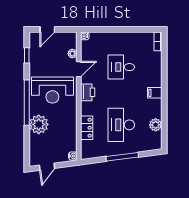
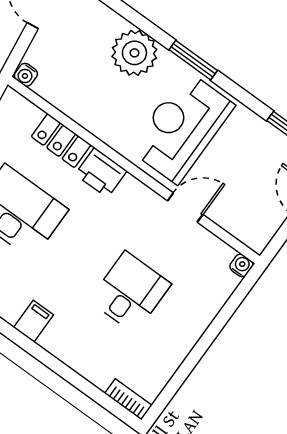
plant: (72, 54) -> (224, 217), removed
door: (79, 69) -> (185, 208), swing flipped
printer: (88, 92) -> (101, 173), moved
window: (27, 103) -> (193, 60), width x0.47

